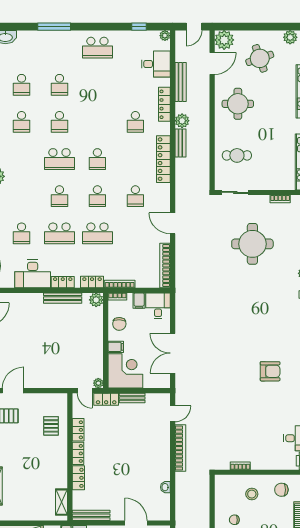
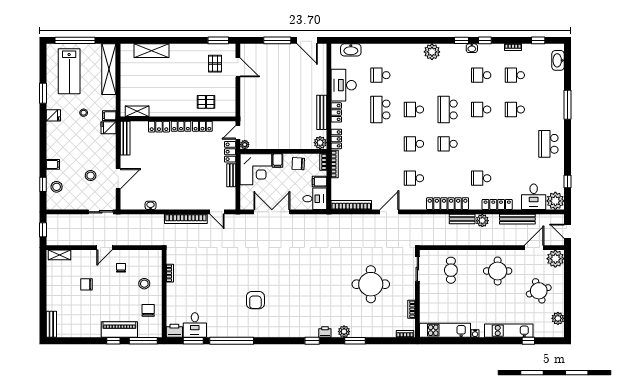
plant: (165, 36) -> (555, 201), width x1.87, depth x1.87
door: (212, 64) -> (534, 248), swing flipped
school desk: (97, 233) -> (380, 144), removed

